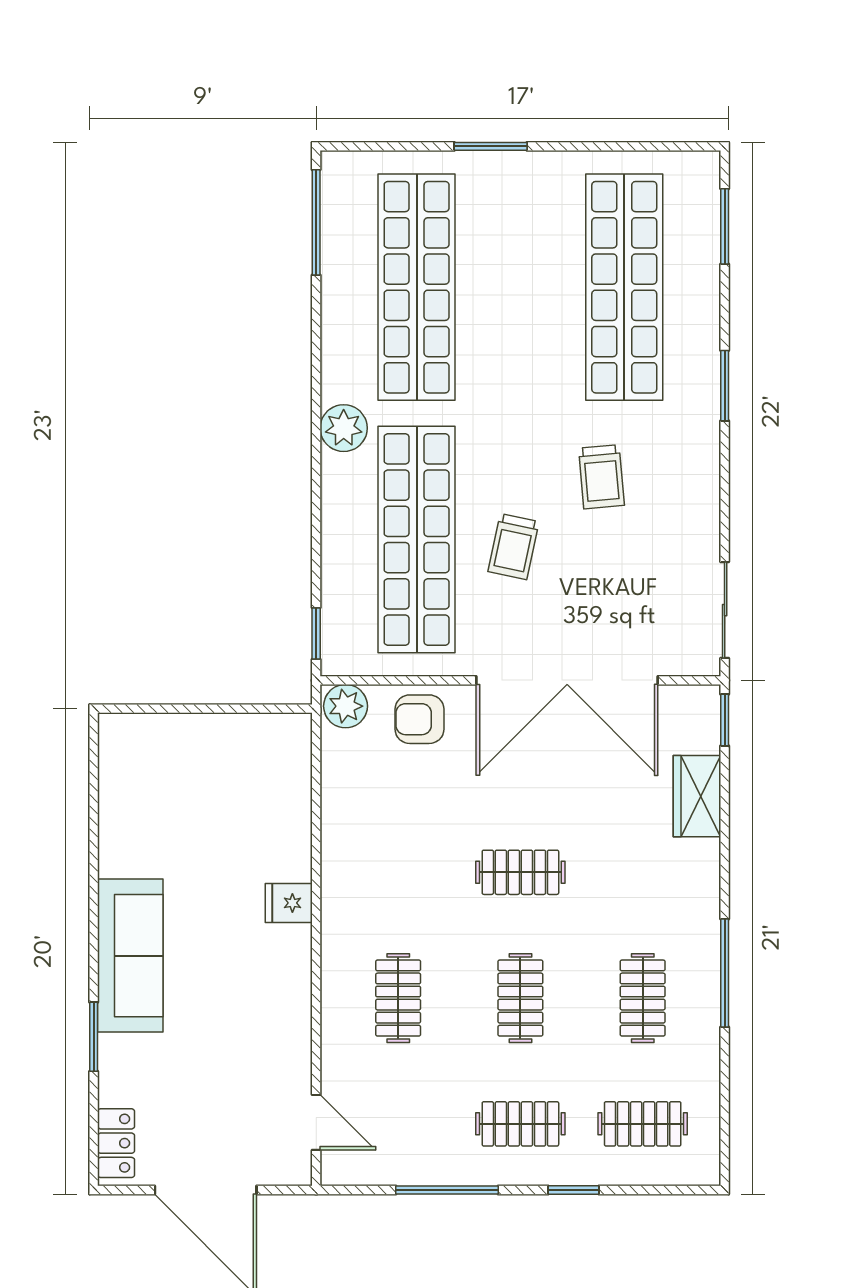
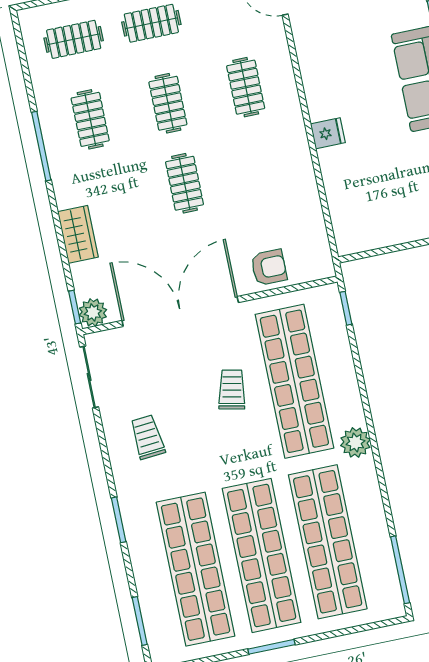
window: (491, 146) -> (271, 647), moved
shop shelf: (520, 287) -> (262, 555), added
trolley: (601, 477) -> (148, 437), moved
plant: (346, 706) -> (93, 312), moved
wardrobe: (697, 796) -> (78, 234), moved
clothes rail: (520, 872) -> (185, 183), turned 90

